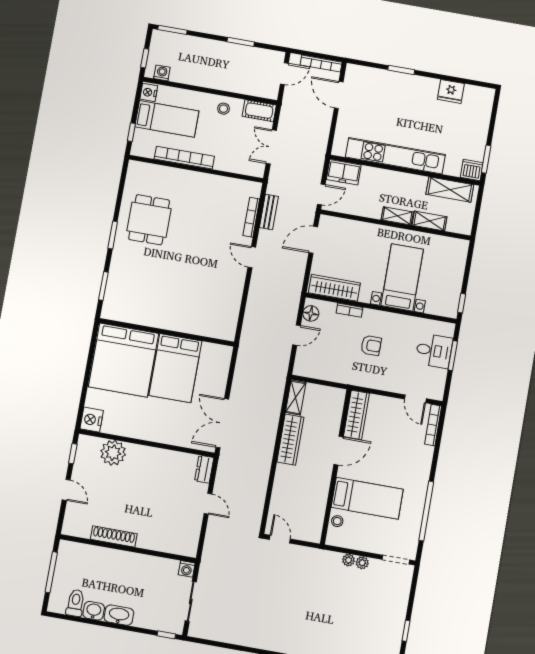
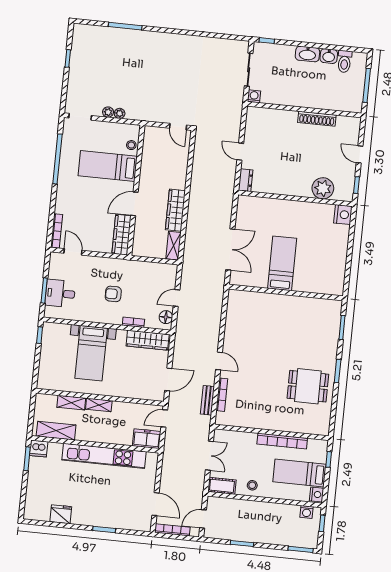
dining table: (149, 220) -> (308, 386), turned 90
bed: (124, 360) -> (320, 266), removed
bed: (175, 368) -> (282, 263), width x0.67
double door: (222, 423) -> (230, 249), moved

